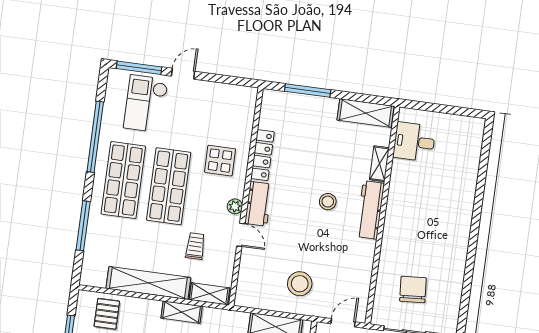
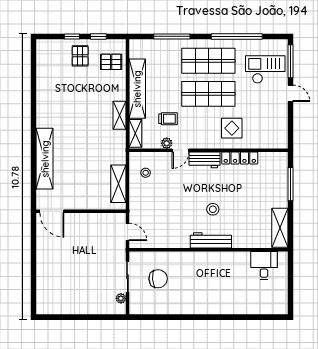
shelving: (379, 164) -> (245, 243), removed
plant: (235, 206) -> (167, 143), moved
stool: (300, 284) -> (146, 173), moved, width x0.53, depth x0.53

